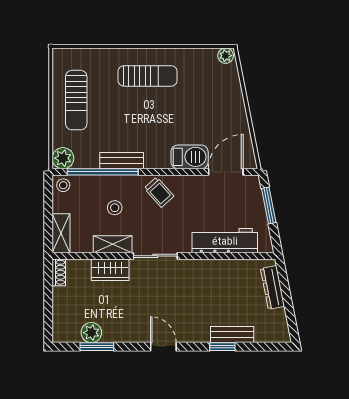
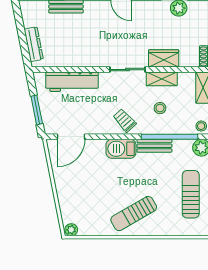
sun lounger: (148, 76) -> (134, 214), turned -30
barbecue: (190, 157) -> (121, 149), moved

